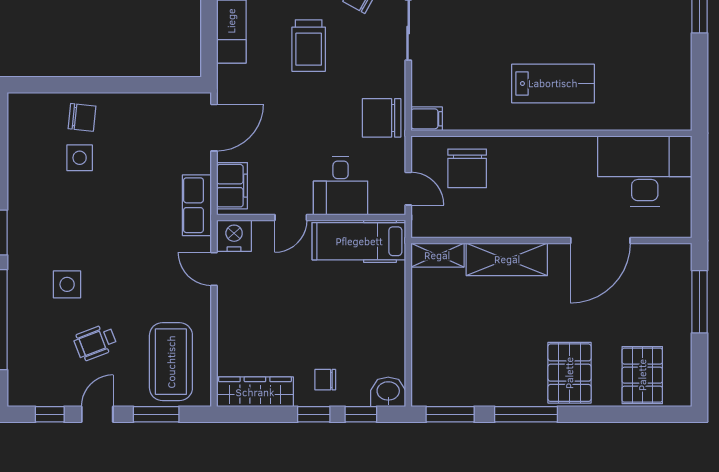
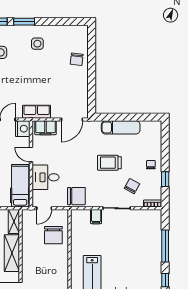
chair: (382, 118) -> (76, 196), turned 90
filing cabinet: (427, 119) -> (96, 217), moved
door: (214, 128) -> (72, 120), hinge flipped
side table: (80, 158) -> (37, 44), moved
chair: (467, 168) -> (53, 235), turned -90

